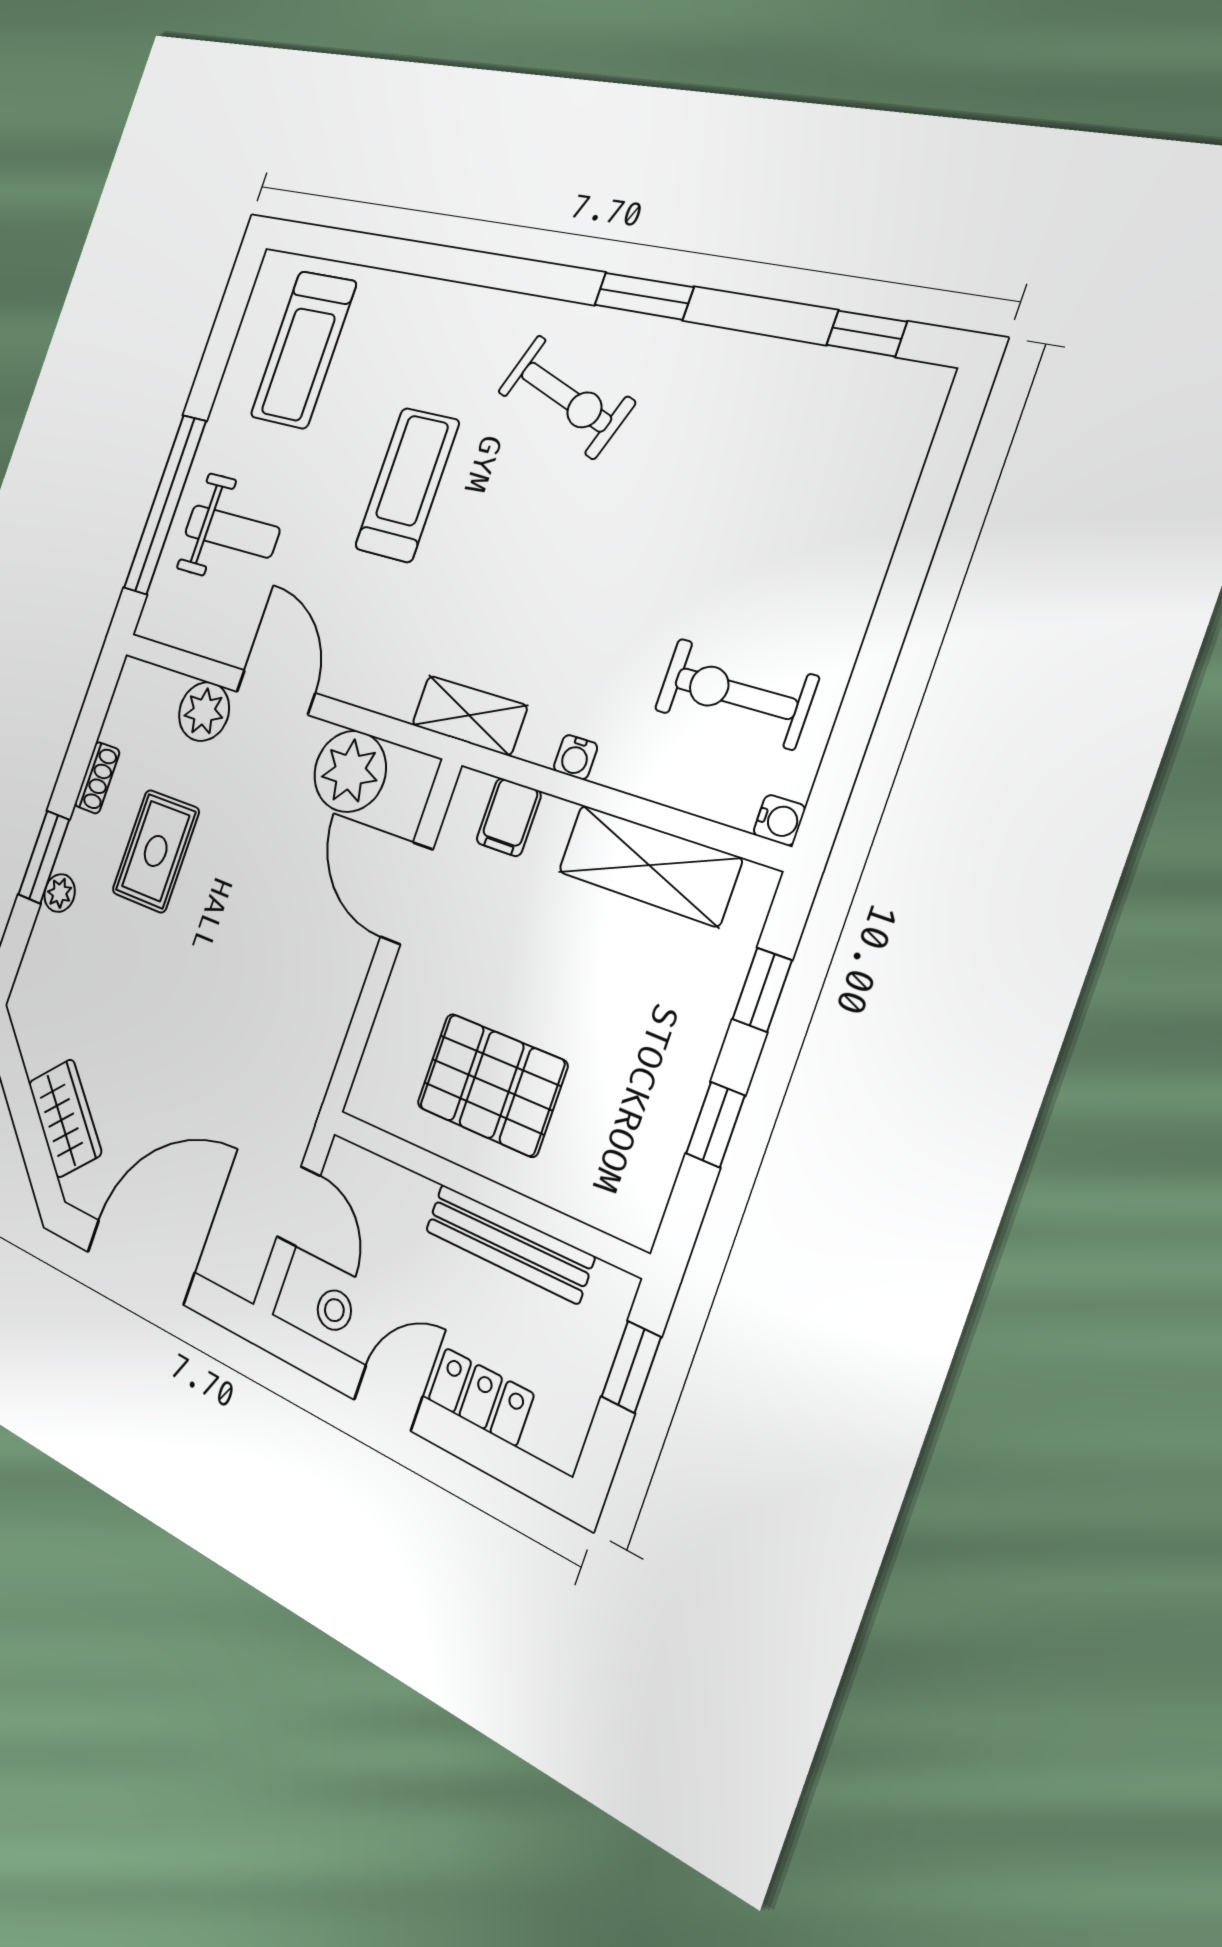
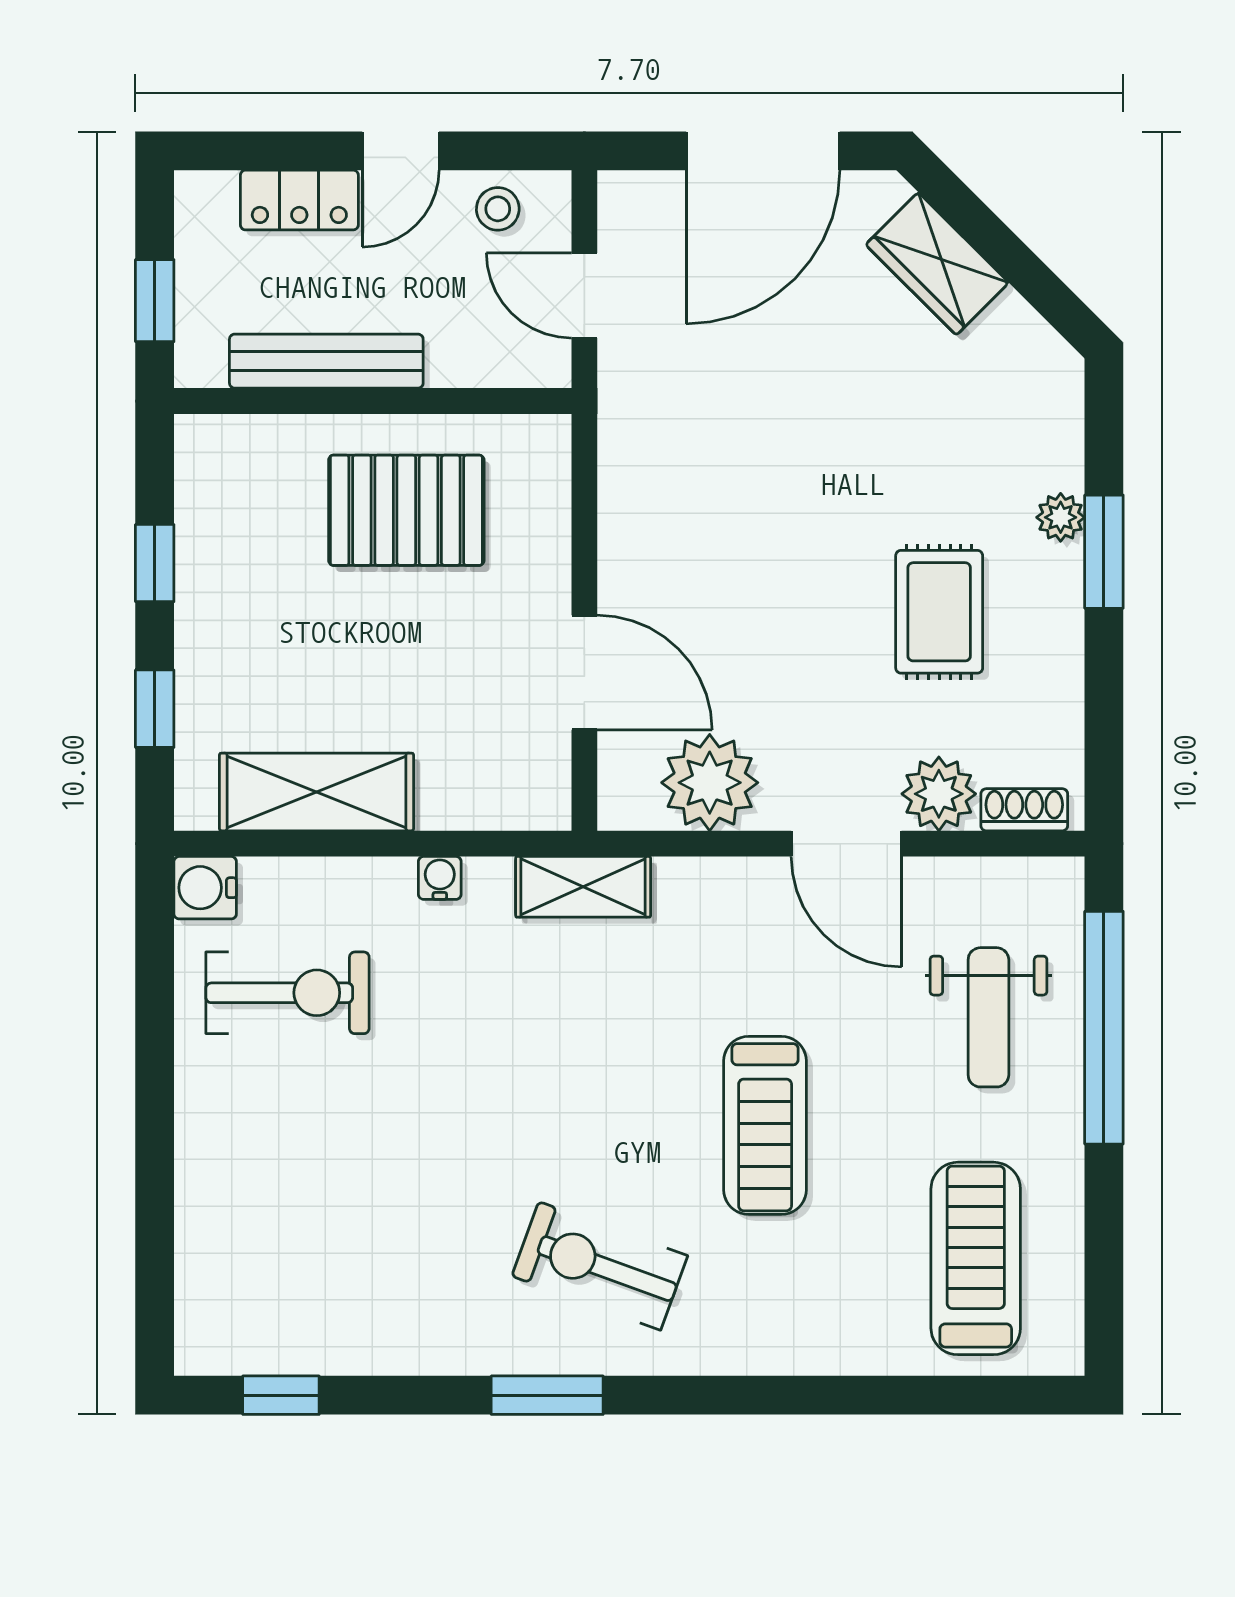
weight bench: (232, 531) -> (988, 1017), turned -90
shoe rack: (97, 778) -> (1024, 810), moved, turned 90
filing cabinet: (509, 817) -> (493, 792), removed
water cooler: (779, 820) -> (205, 888), width x1.38, depth x1.38

